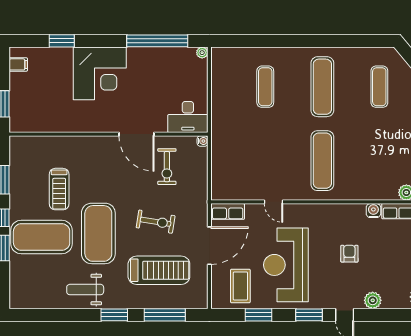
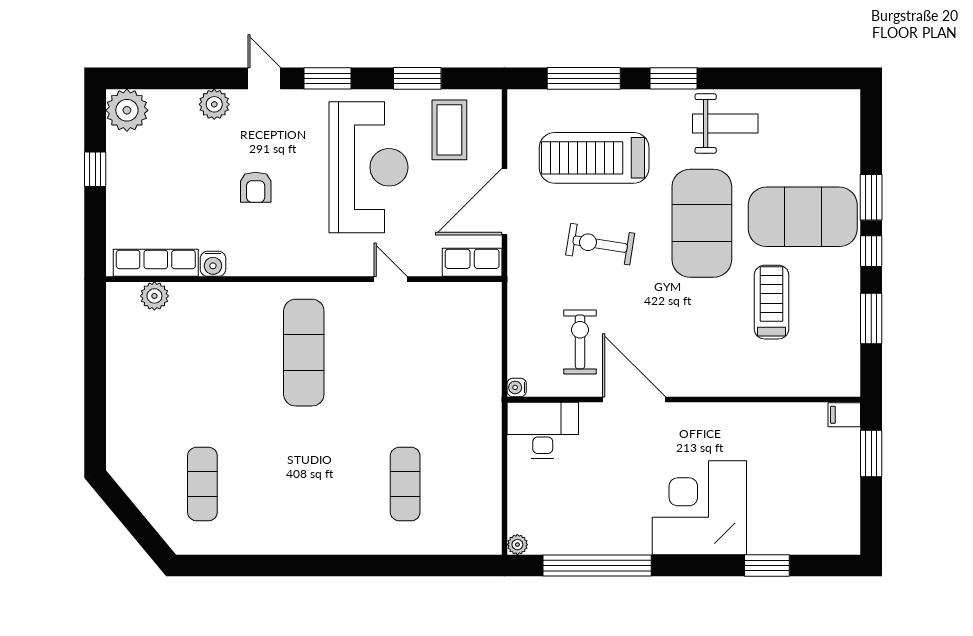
filing cabinet: (18, 64) -> (844, 415), moved
exercise mat: (322, 87) -> (304, 484), removed

